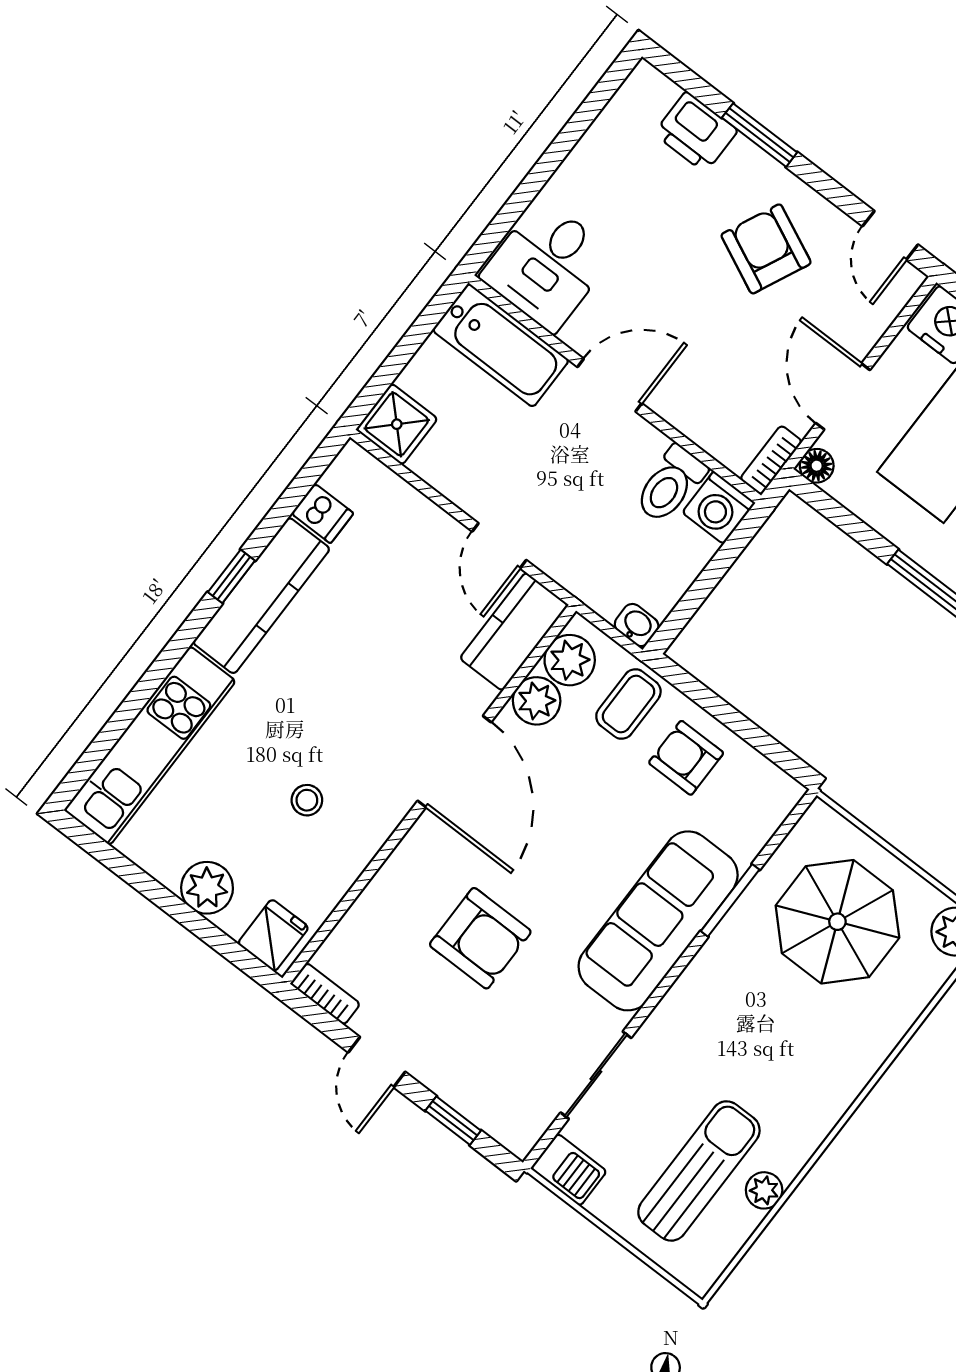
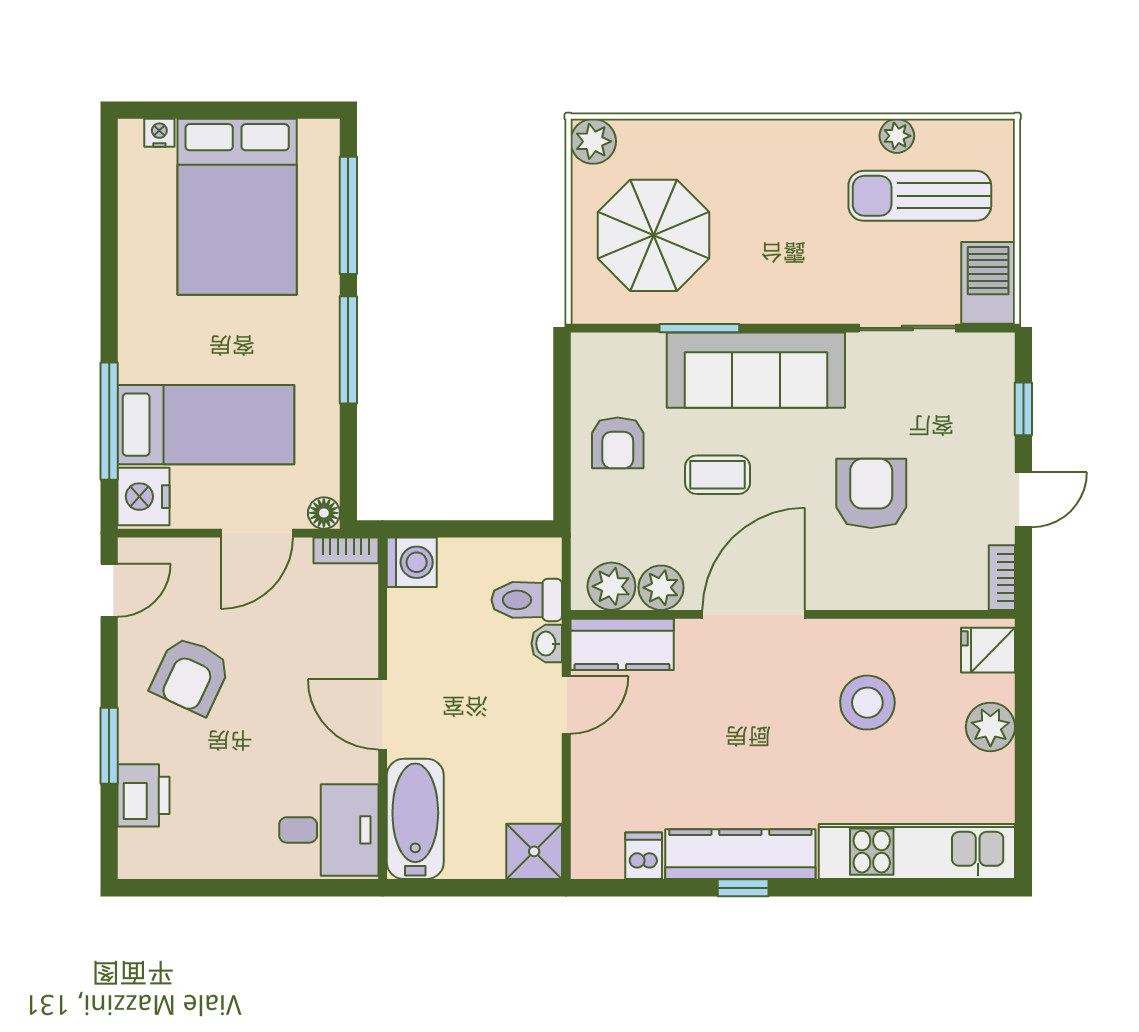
toilet: (670, 484) -> (527, 600), moved, turned 180
washbasin: (637, 625) -> (547, 644), moved
coffee table: (628, 704) -> (718, 475), moved
stool: (307, 800) -> (867, 703), width x1.89, depth x1.89
barbecue: (569, 1170) -> (988, 283), width x1.38, depth x1.27

